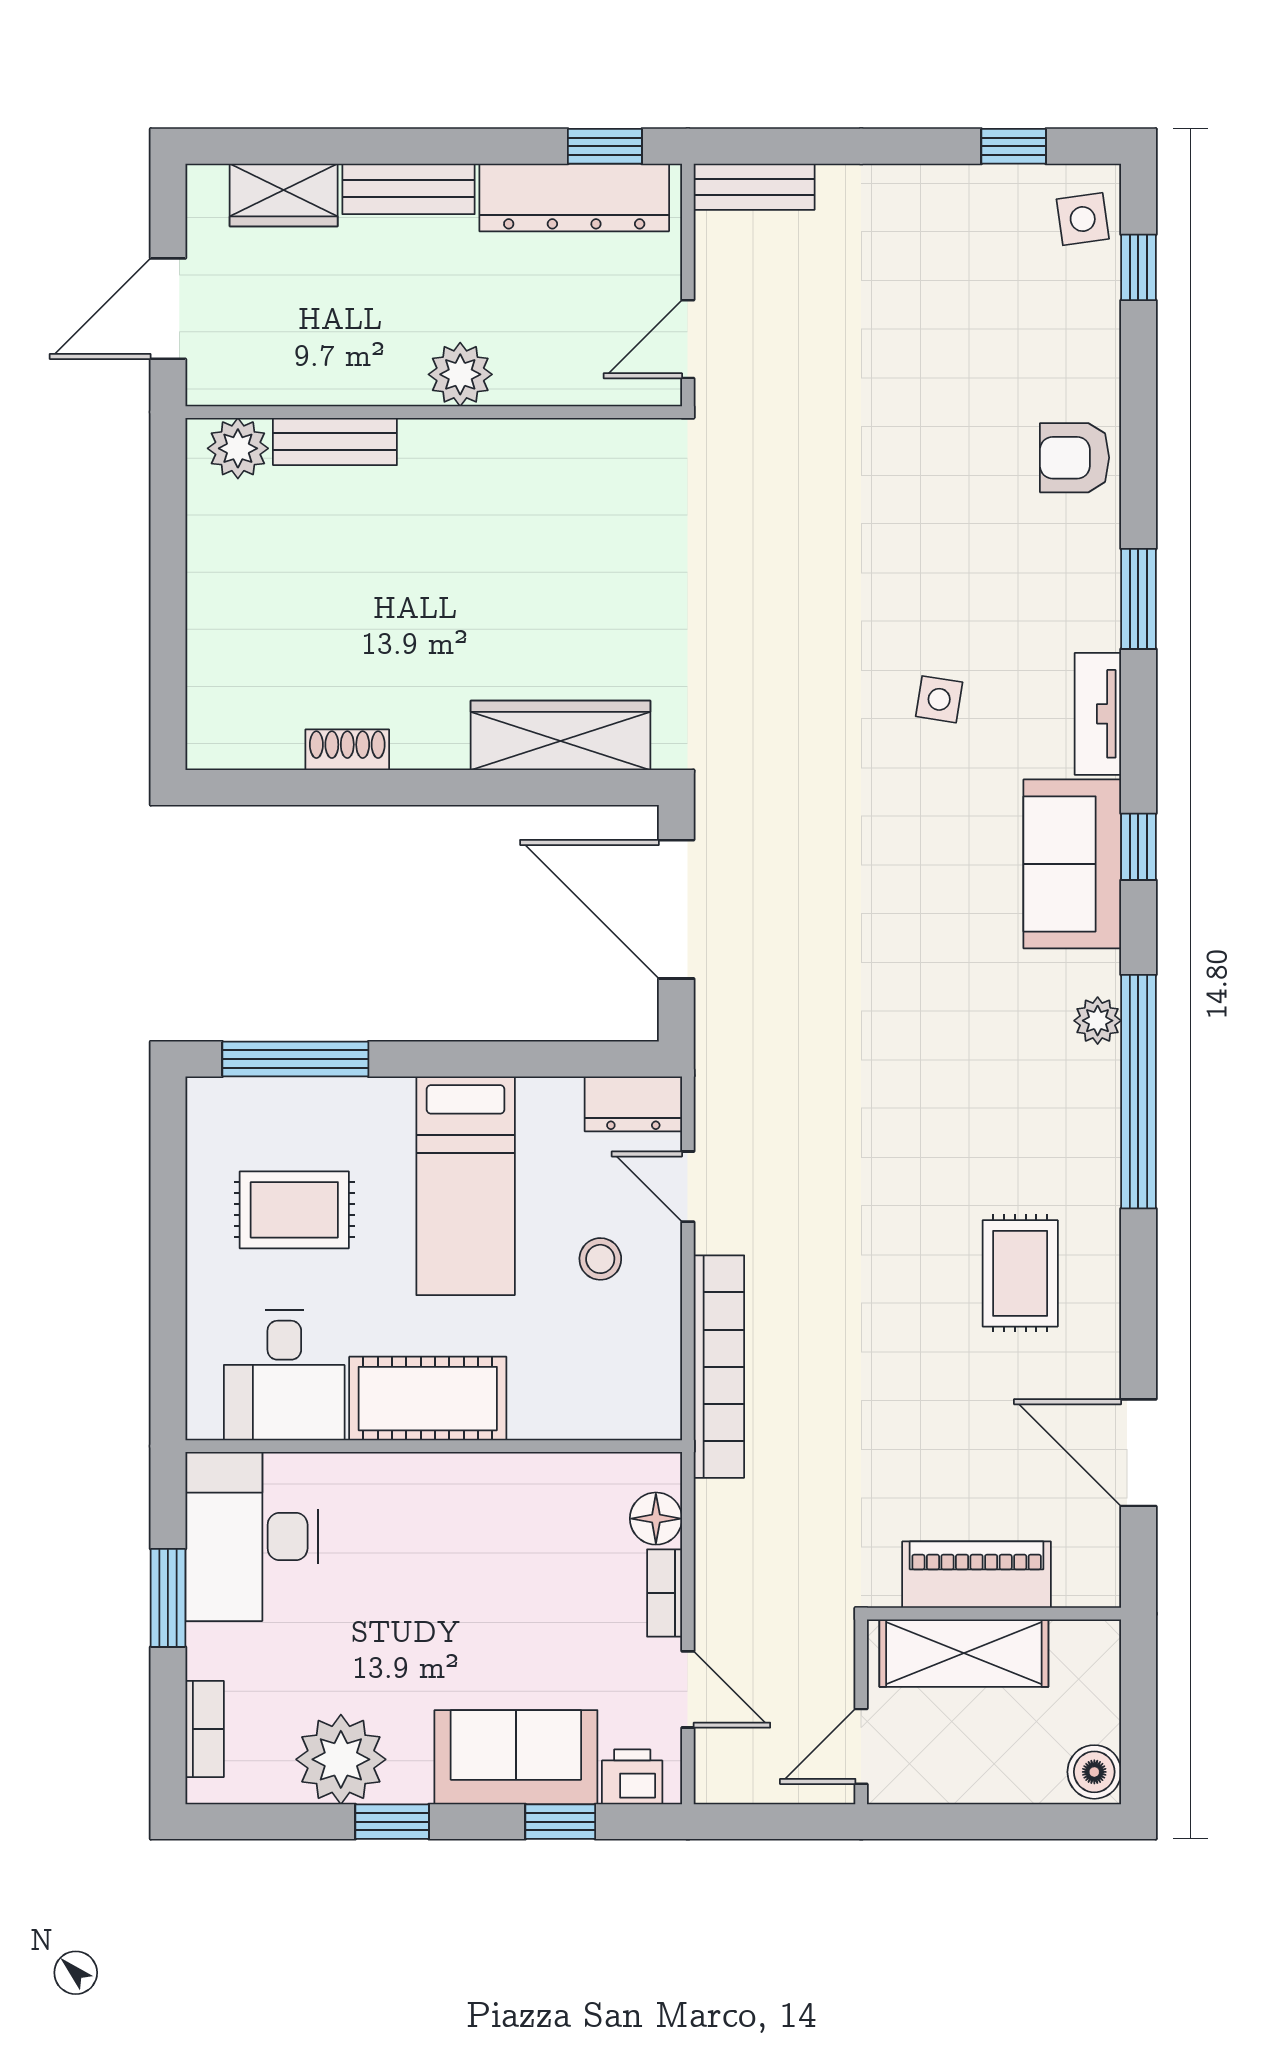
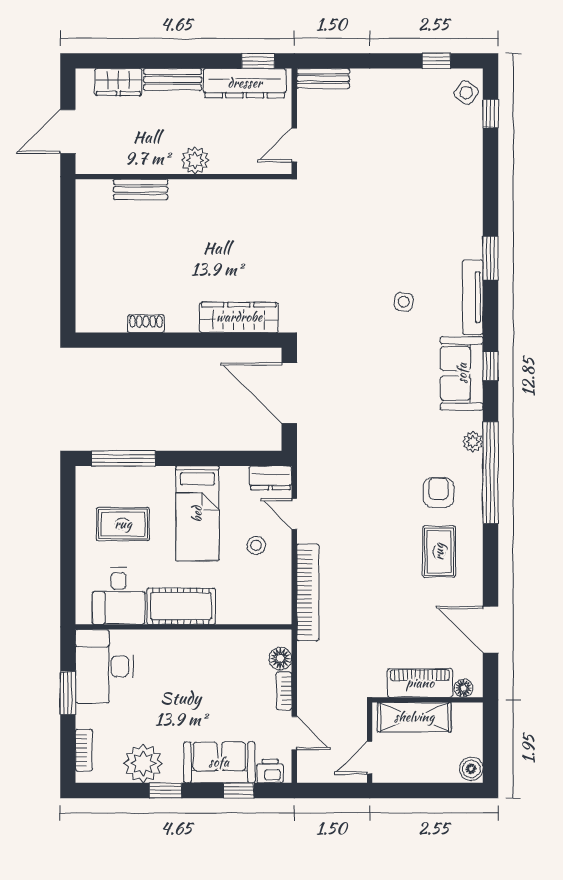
side table: (1083, 219) -> (466, 93), turned 45
plant: (238, 448) -> (98, 192), removed
armchair: (1075, 458) -> (438, 492), moved, turned 90
tv unit: (1098, 714) -> (473, 297), width x1.41
floor lamp: (1077, 1587) -> (464, 688), added

